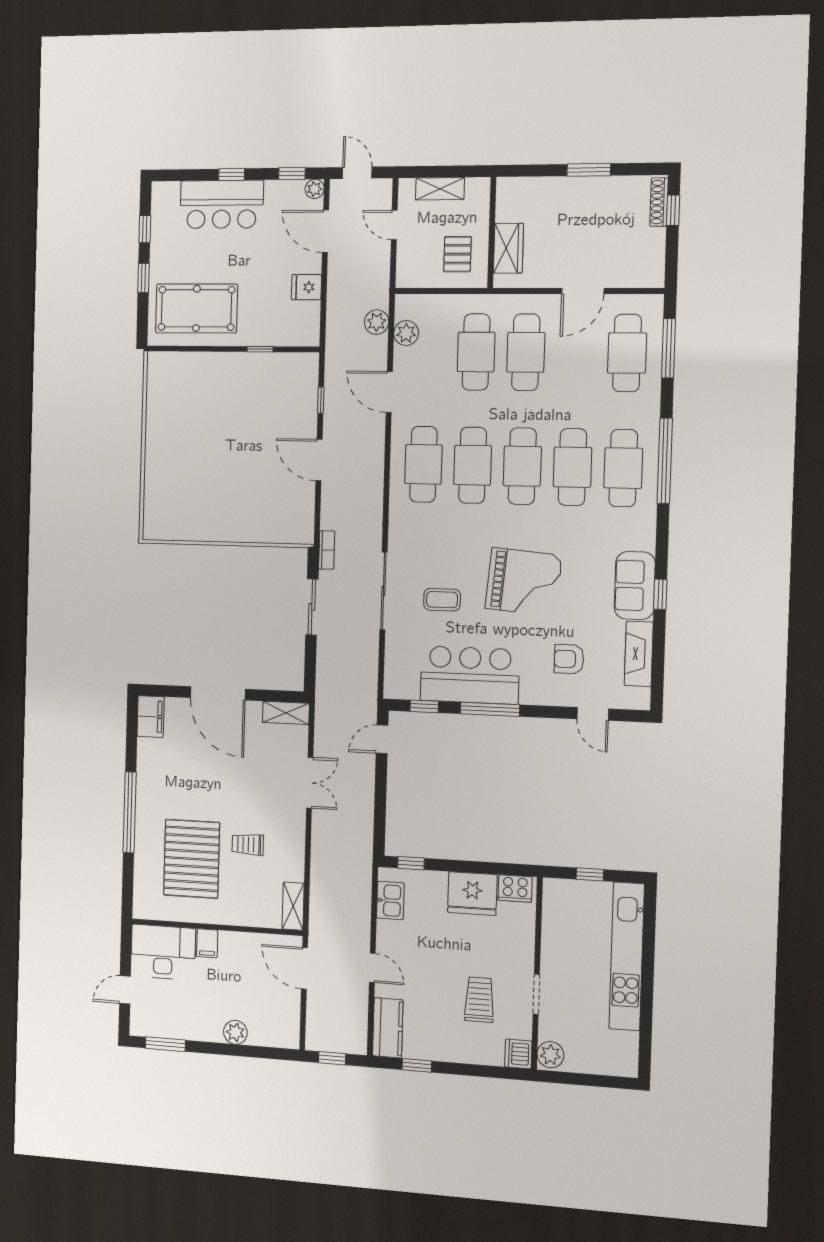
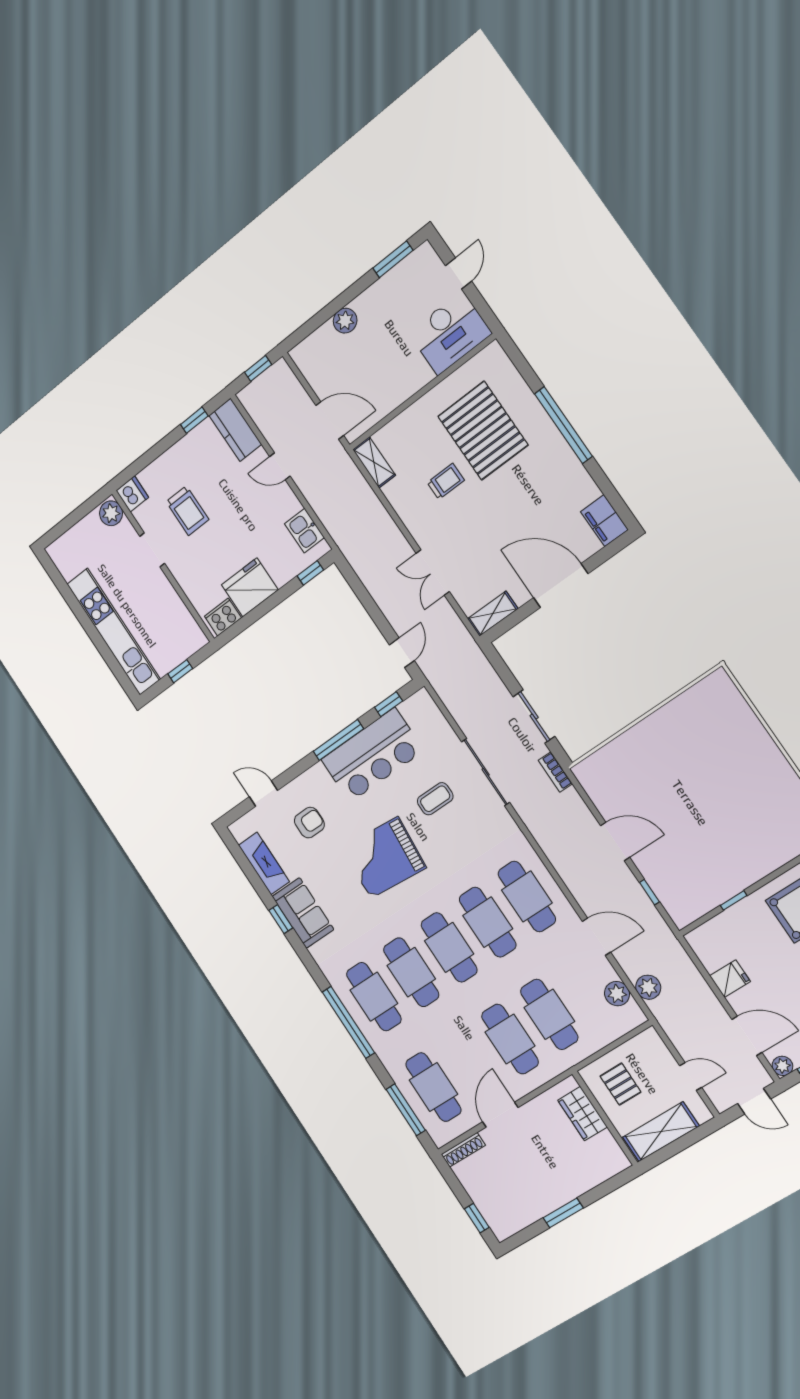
shelving: (440, 189) -> (661, 1132), width x1.50, depth x1.33
shoe rack: (659, 202) -> (463, 1150), moved, turned 90
filing cabinet: (207, 943) -> (420, 372), removed

